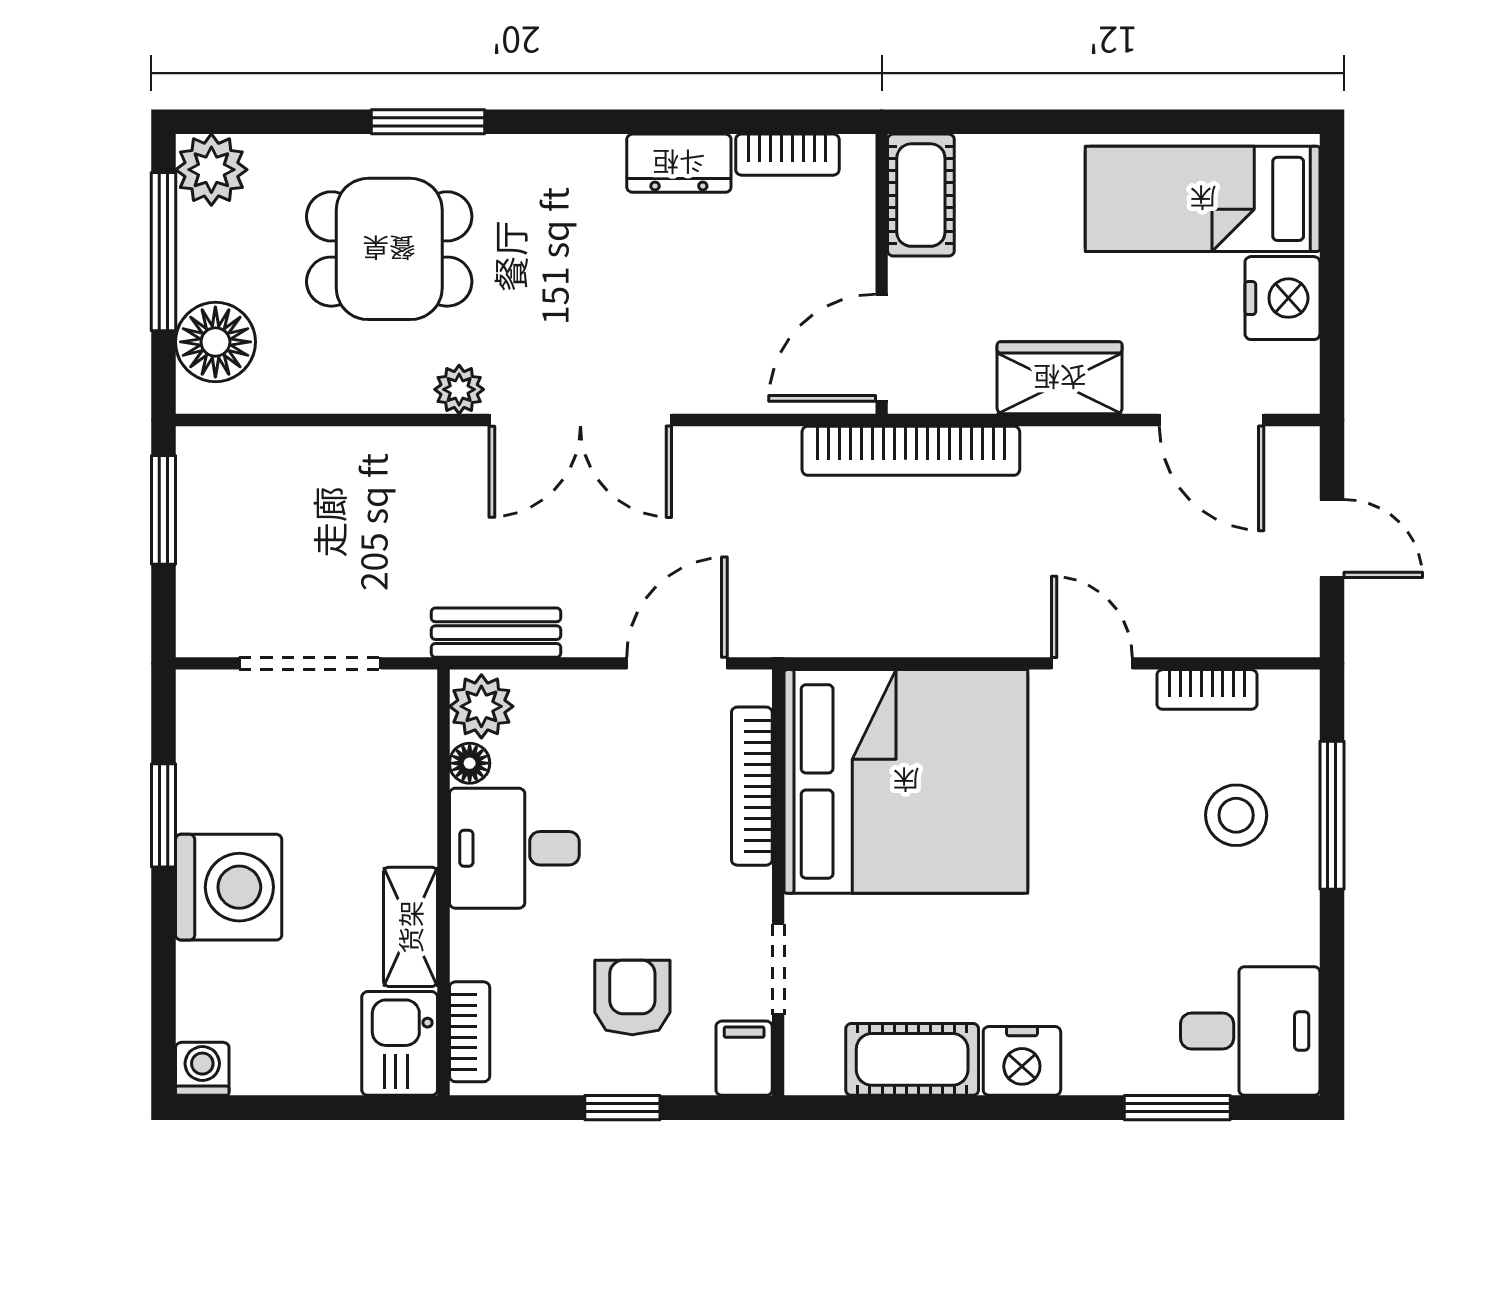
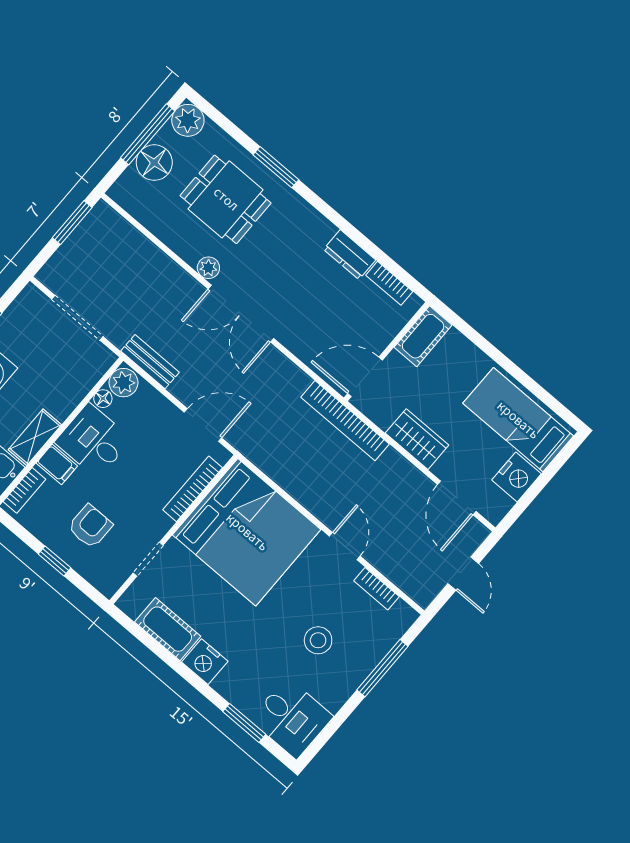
floor lamp: (215, 342) -> (154, 163), moved
stool: (1236, 815) -> (318, 640), moved
filing cabinet: (744, 1058) -> (57, 464), moved, turned 90

